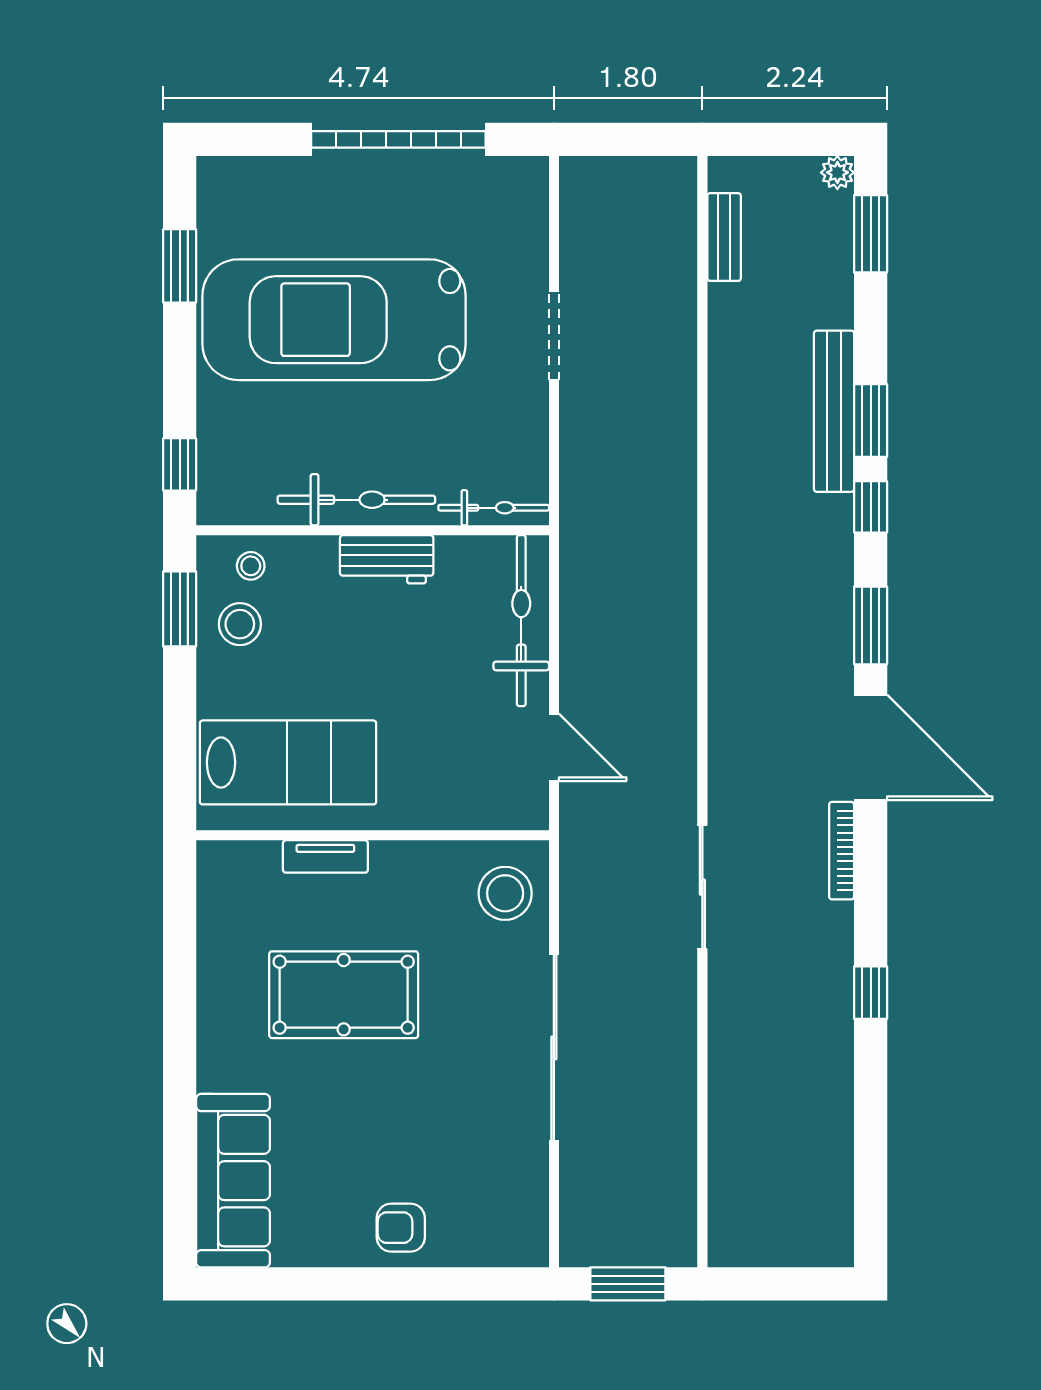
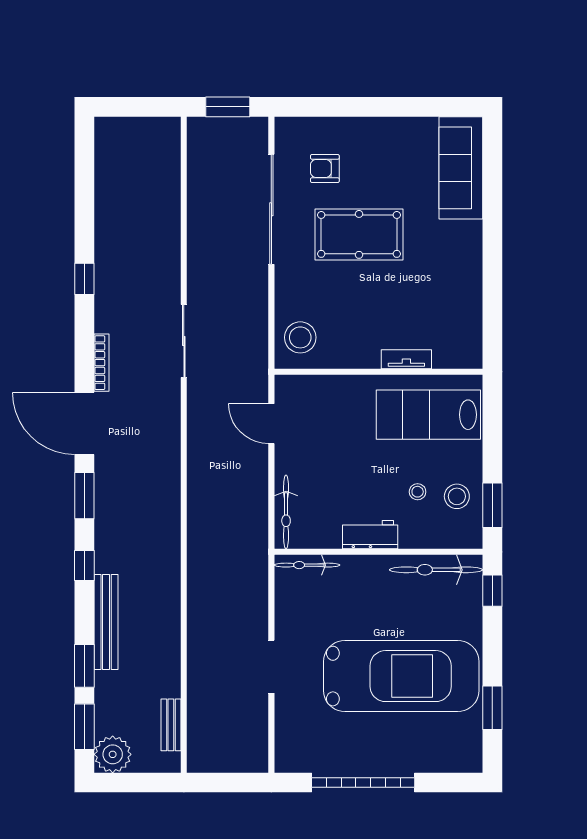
plant: (837, 172) -> (113, 754), width x1.88, depth x1.88
window: (871, 421) -> (84, 666), moved
bicycle: (356, 500) -> (436, 570), moved
stool: (251, 566) -> (418, 492), moved
bicycle: (521, 621) -> (286, 512), width x0.73, depth x0.71
pool table: (344, 995) -> (359, 234), moved
sliding door: (554, 1048) -> (271, 209), moved
armchair: (401, 1228) -> (325, 169), moved, turned 180

